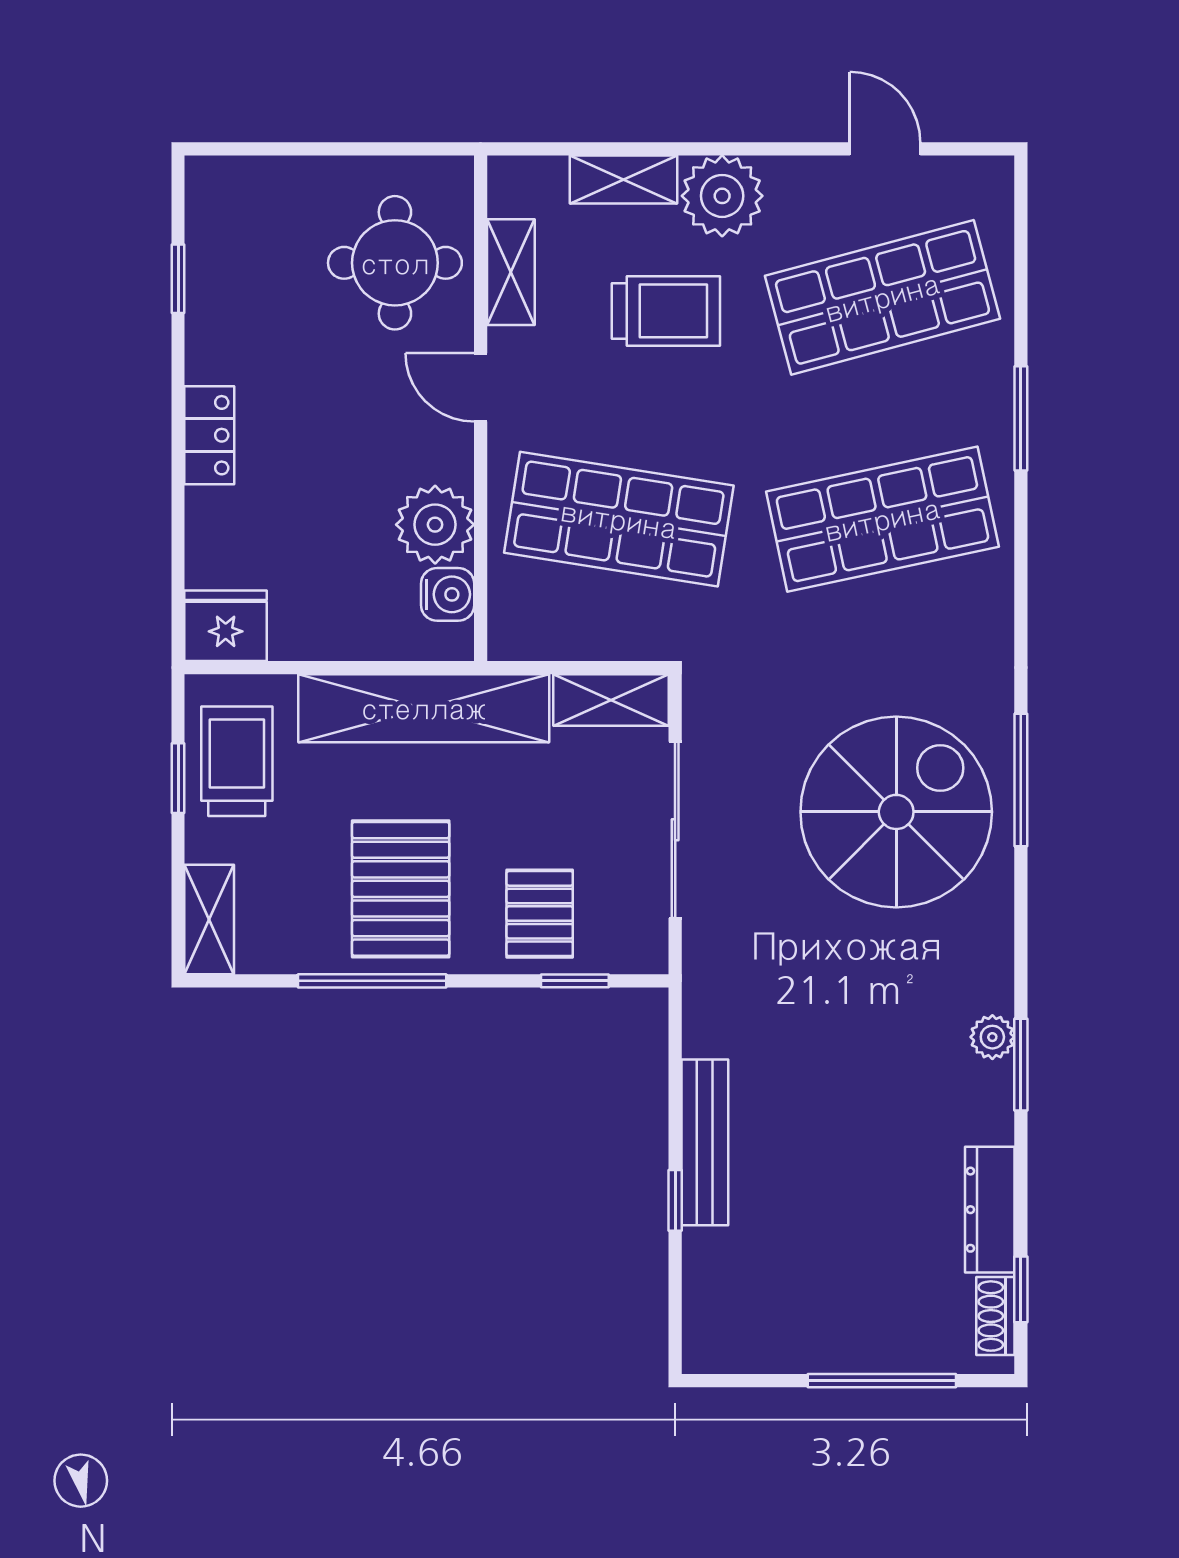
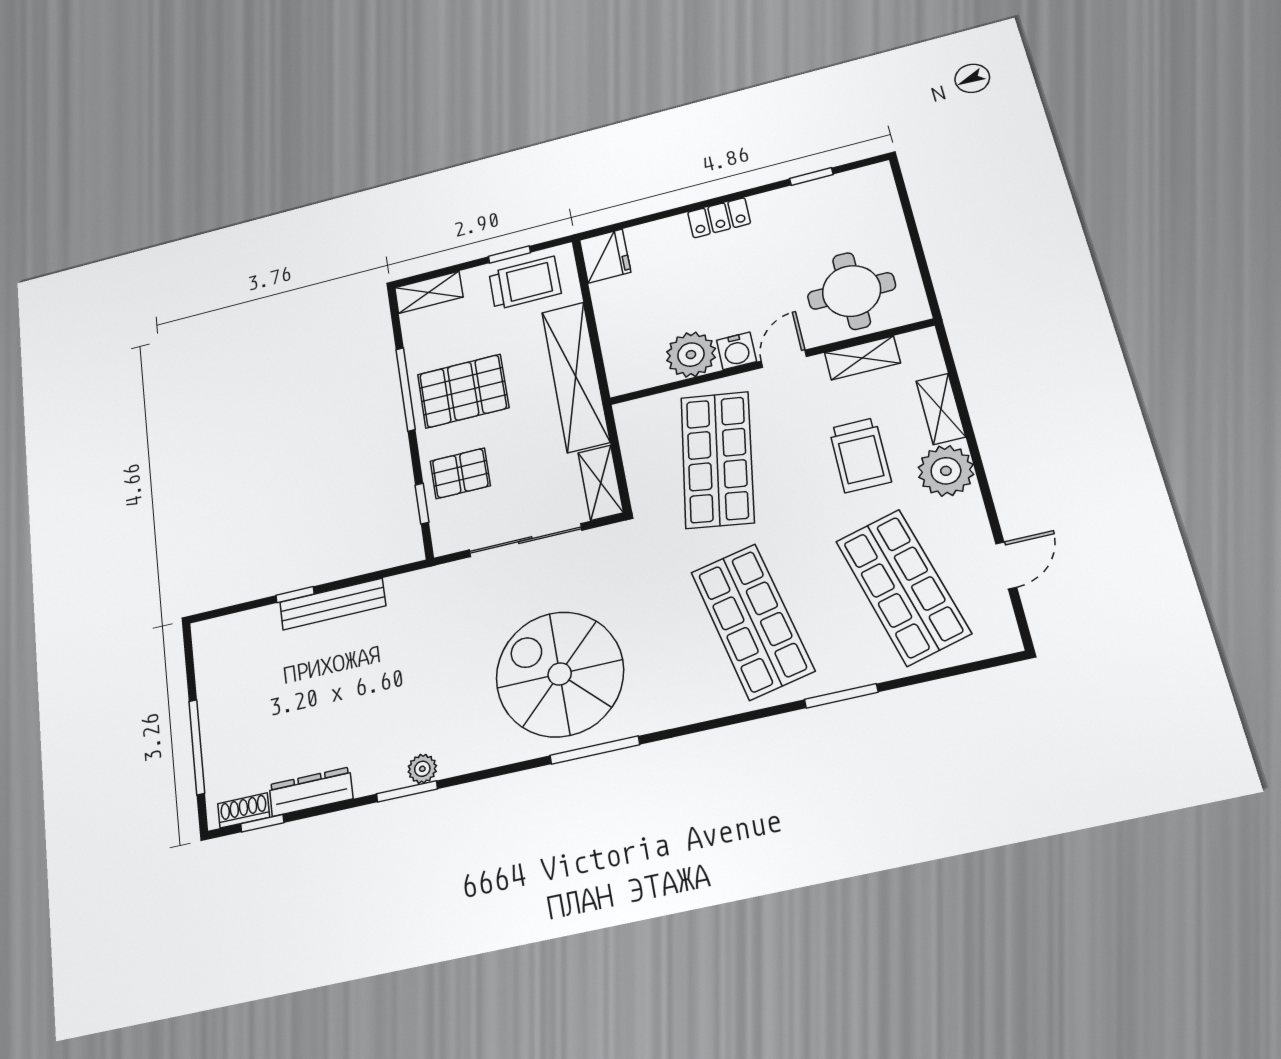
water cooler: (448, 594) -> (737, 351), moved
spiral stairs: (896, 812) -> (560, 674), turned 180

